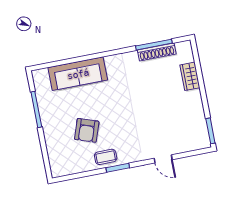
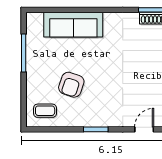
coffee table: (106, 157) -> (45, 111), moved
door: (163, 159) -> (144, 129), swing flipped

